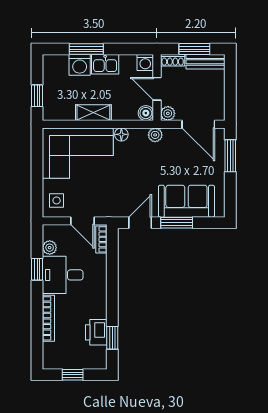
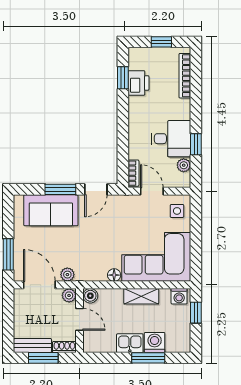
washing machine: (145, 63) -> (179, 296), moved, turned 180
plant: (155, 135) -> (67, 275), moved
bookcase: (48, 318) -> (185, 76), moved

